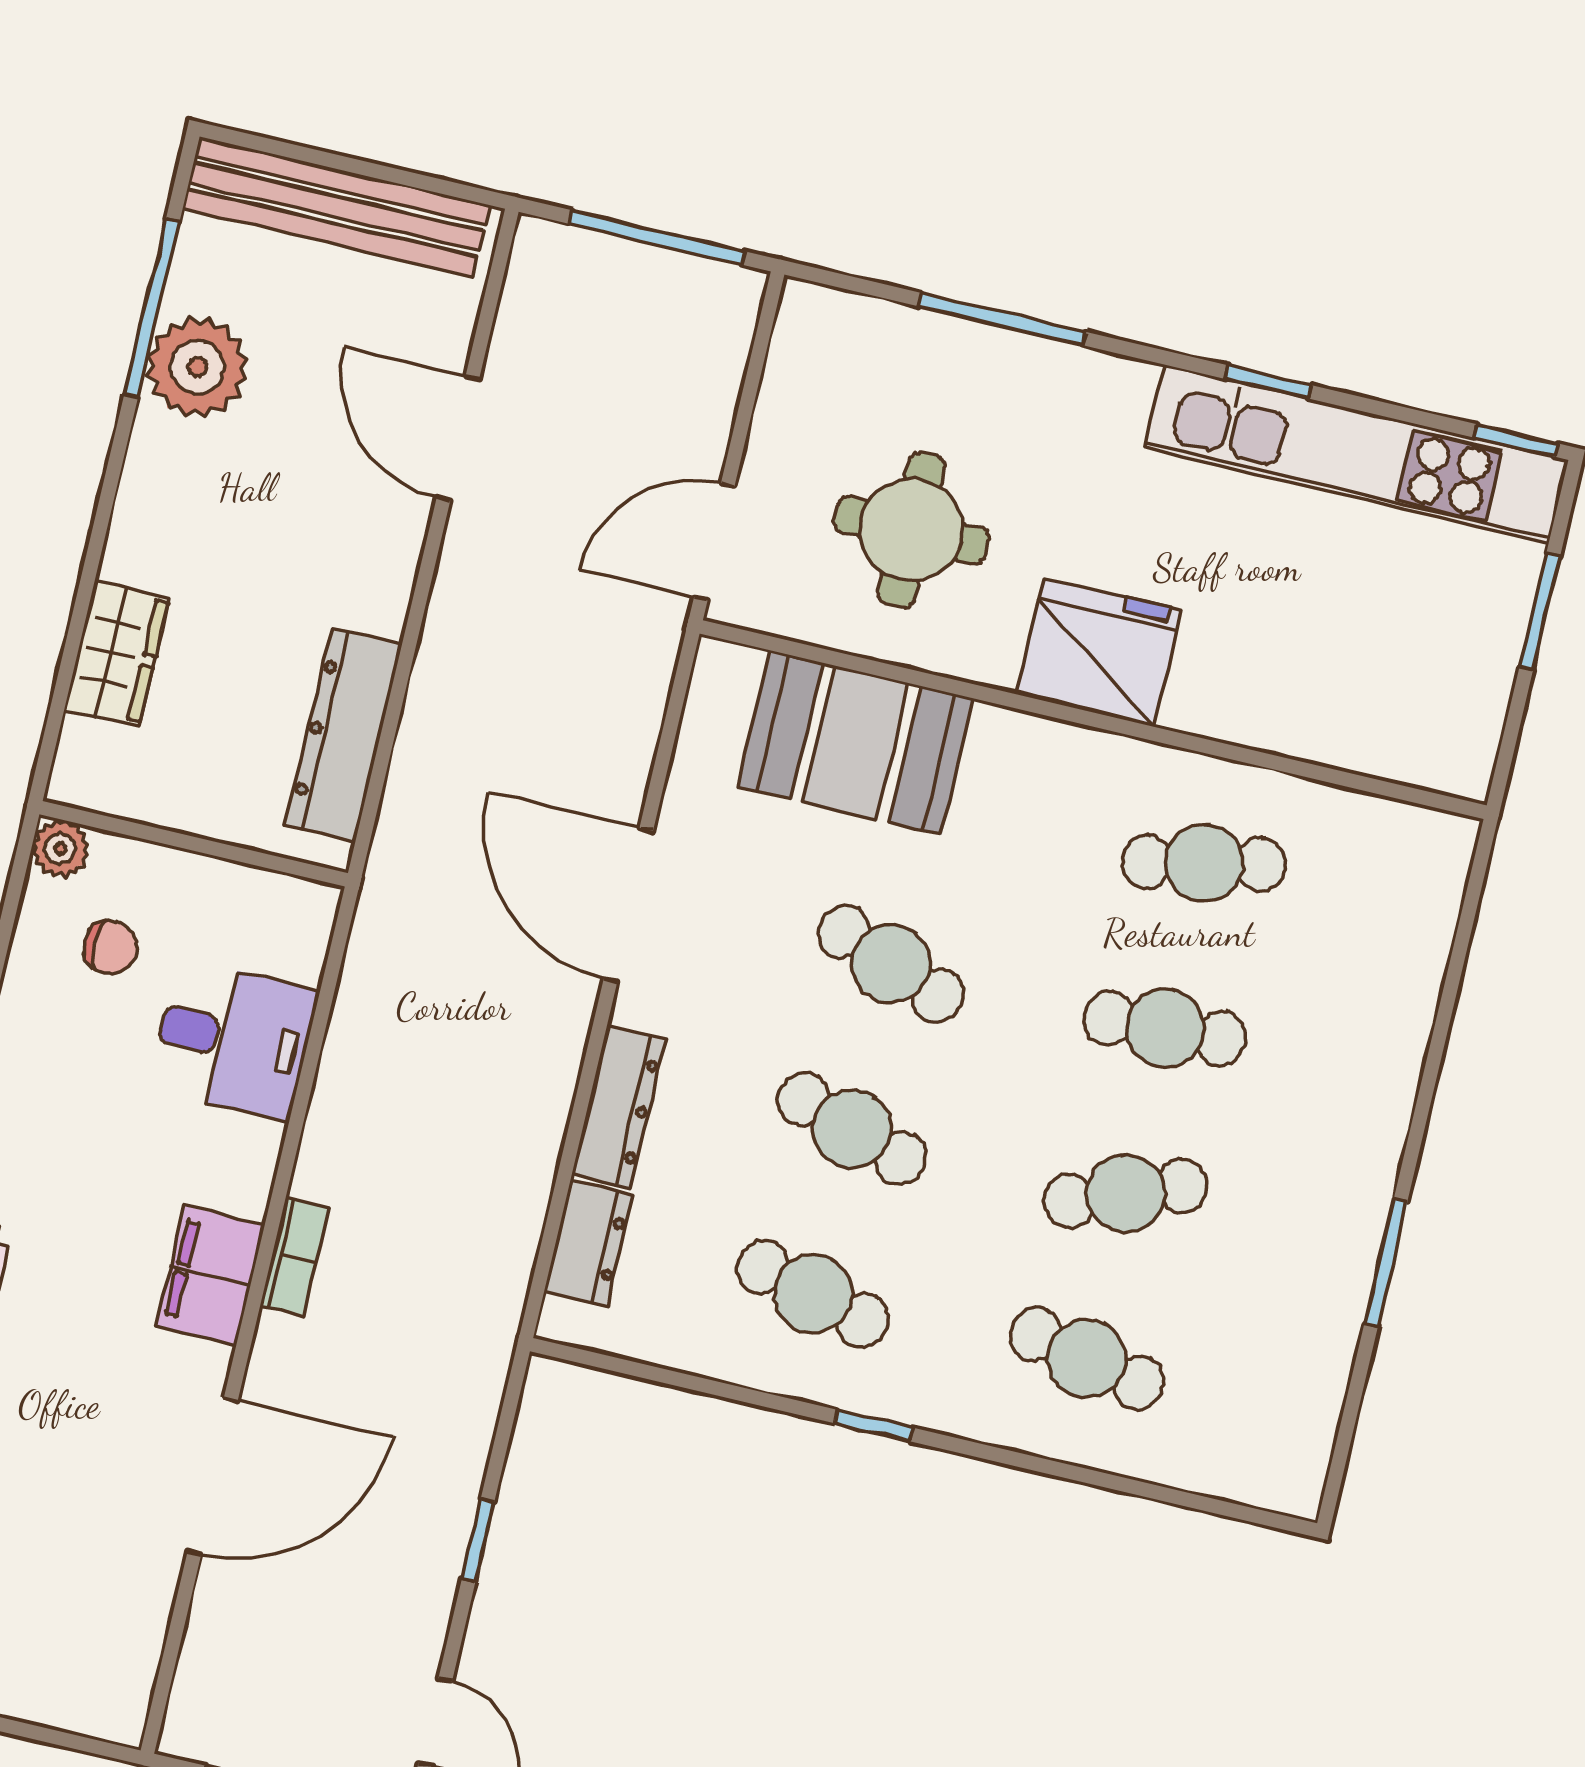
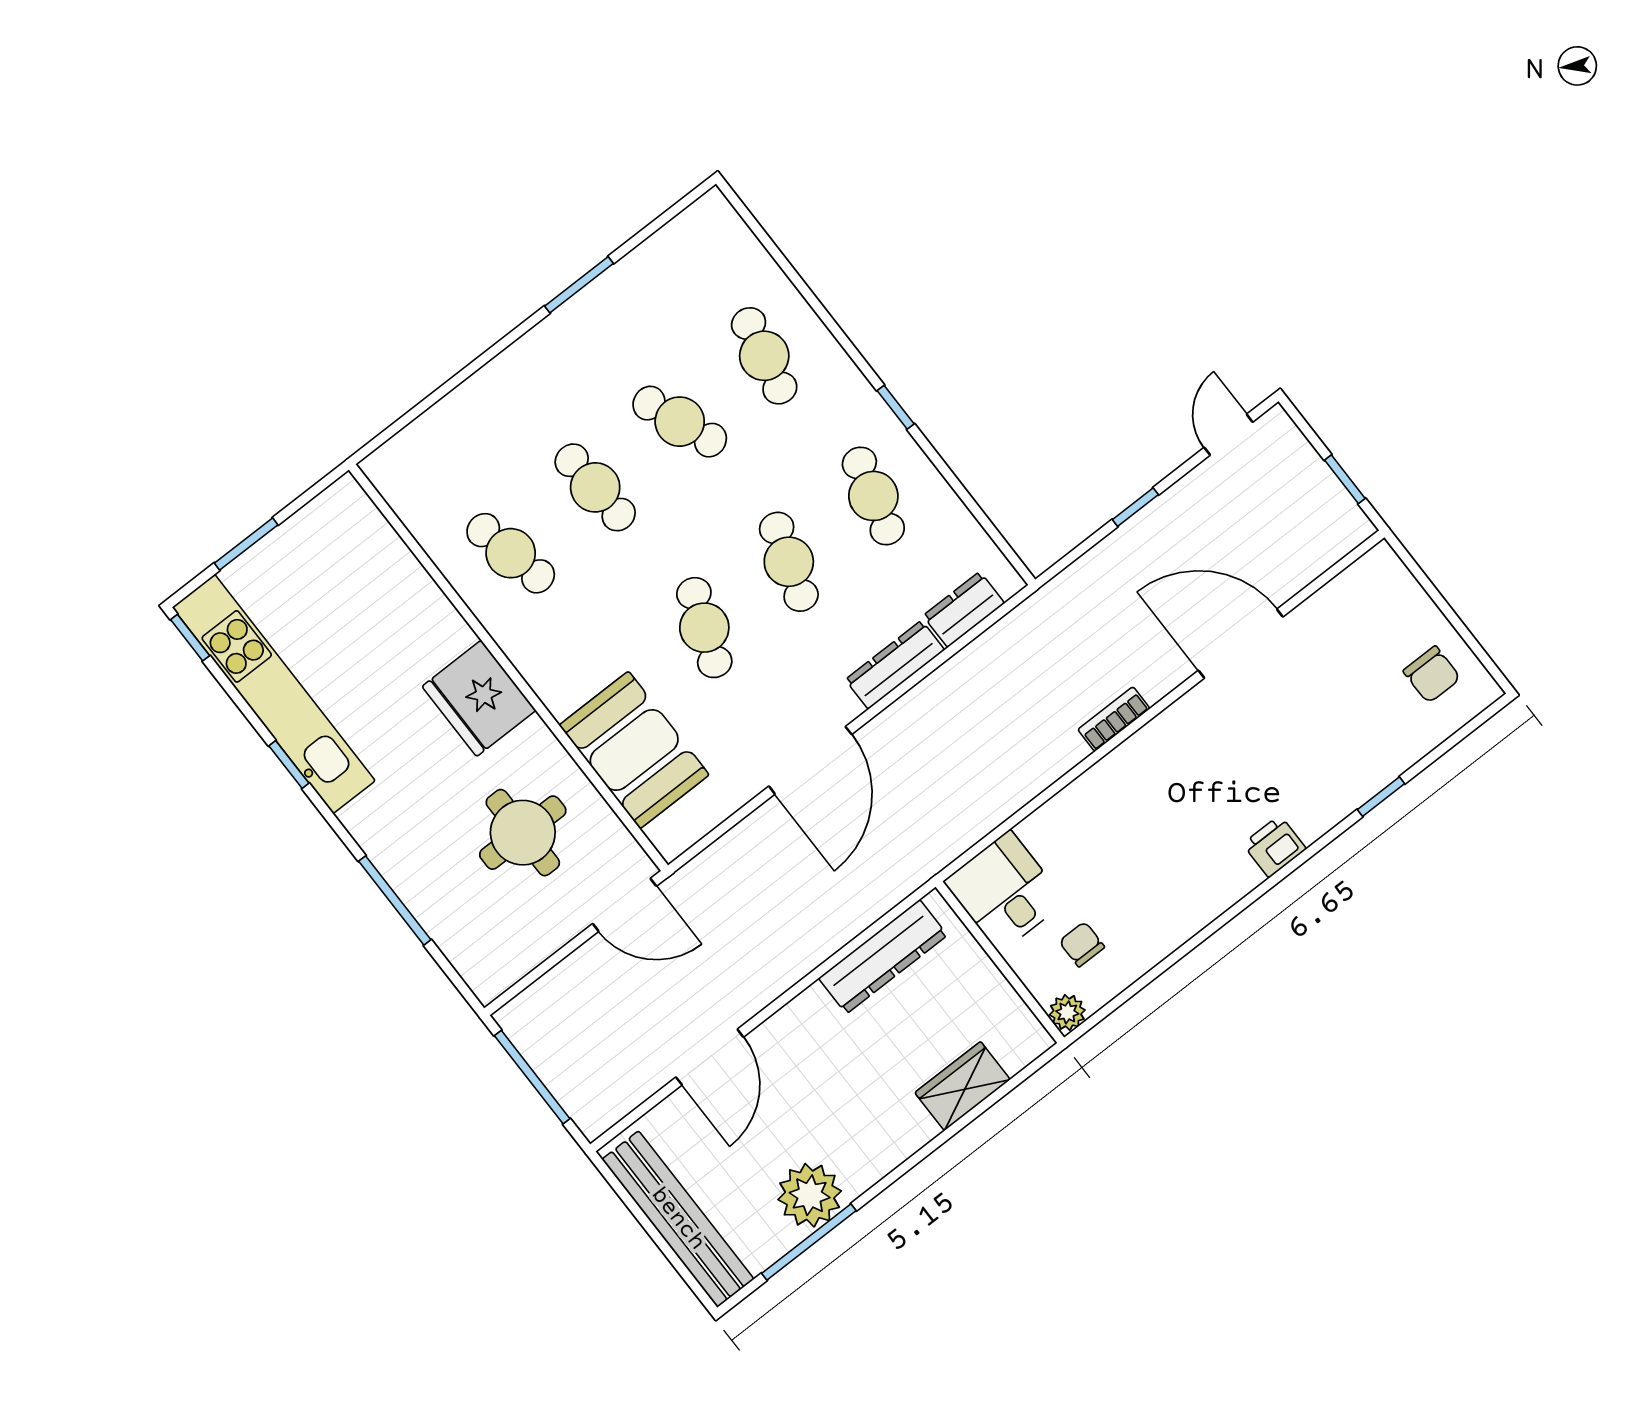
desk: (233, 1040) -> (1005, 891), moved
filing cabinet: (211, 1275) -> (1162, 743), removed

